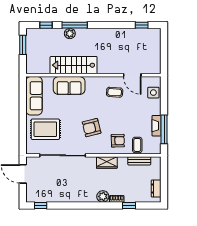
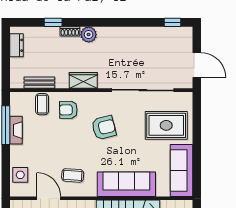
sofa: (69, 86) -> (126, 184), width x1.36

